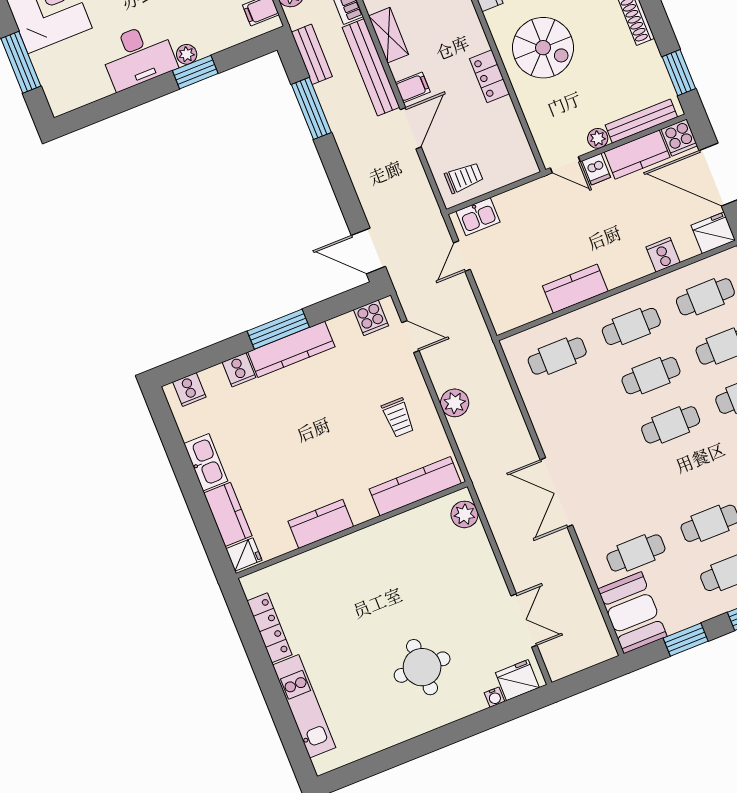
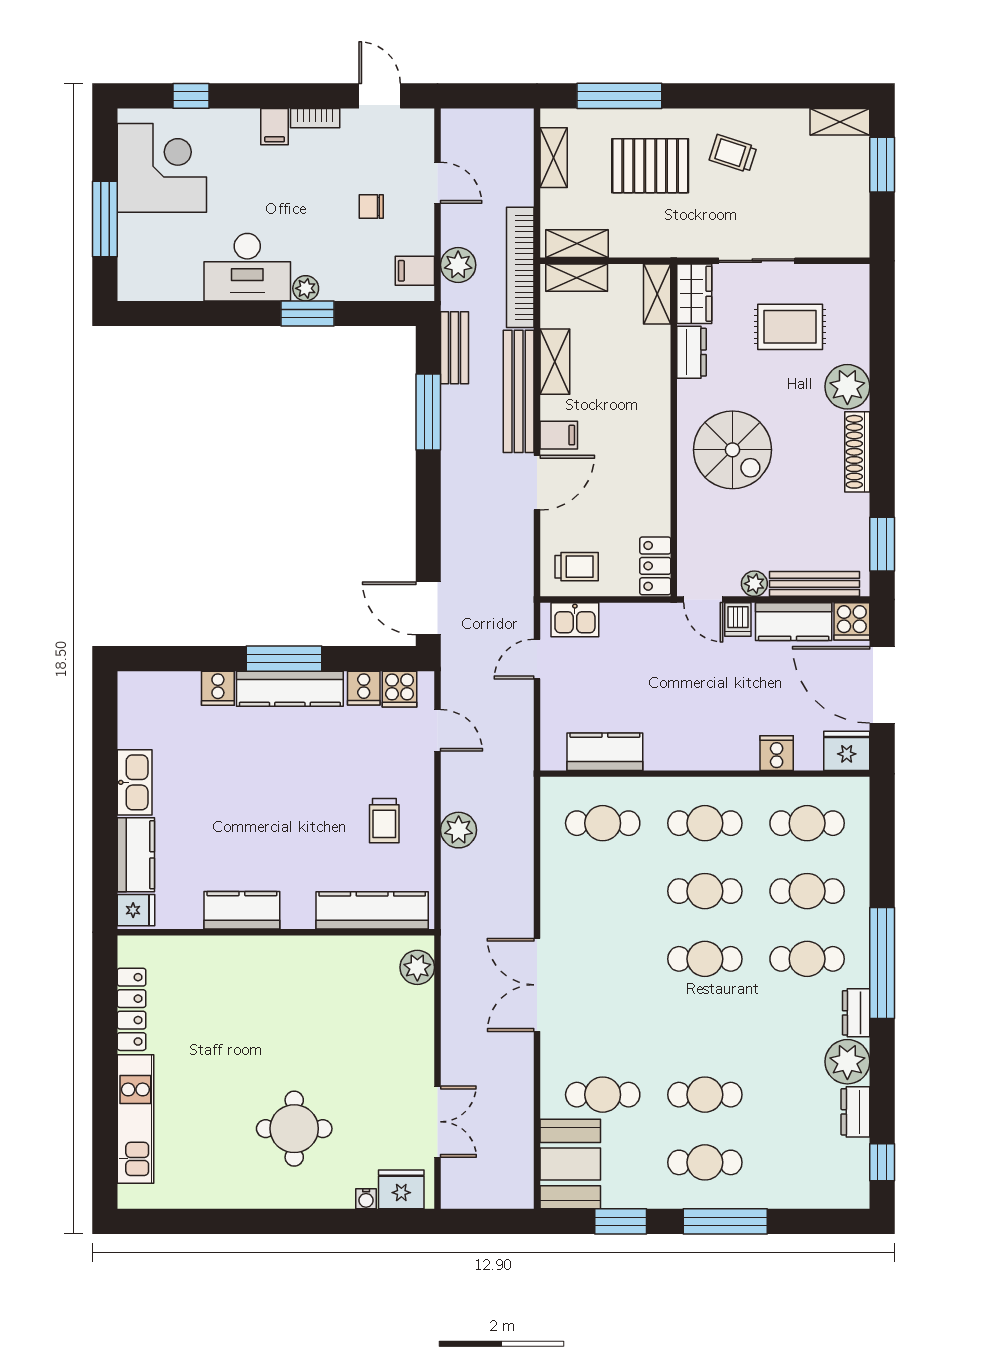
locker: (489, 76) -> (655, 566), moved
kitchen counter: (575, 289) -> (605, 752), moved
cooker: (189, 390) -> (364, 688), moved

